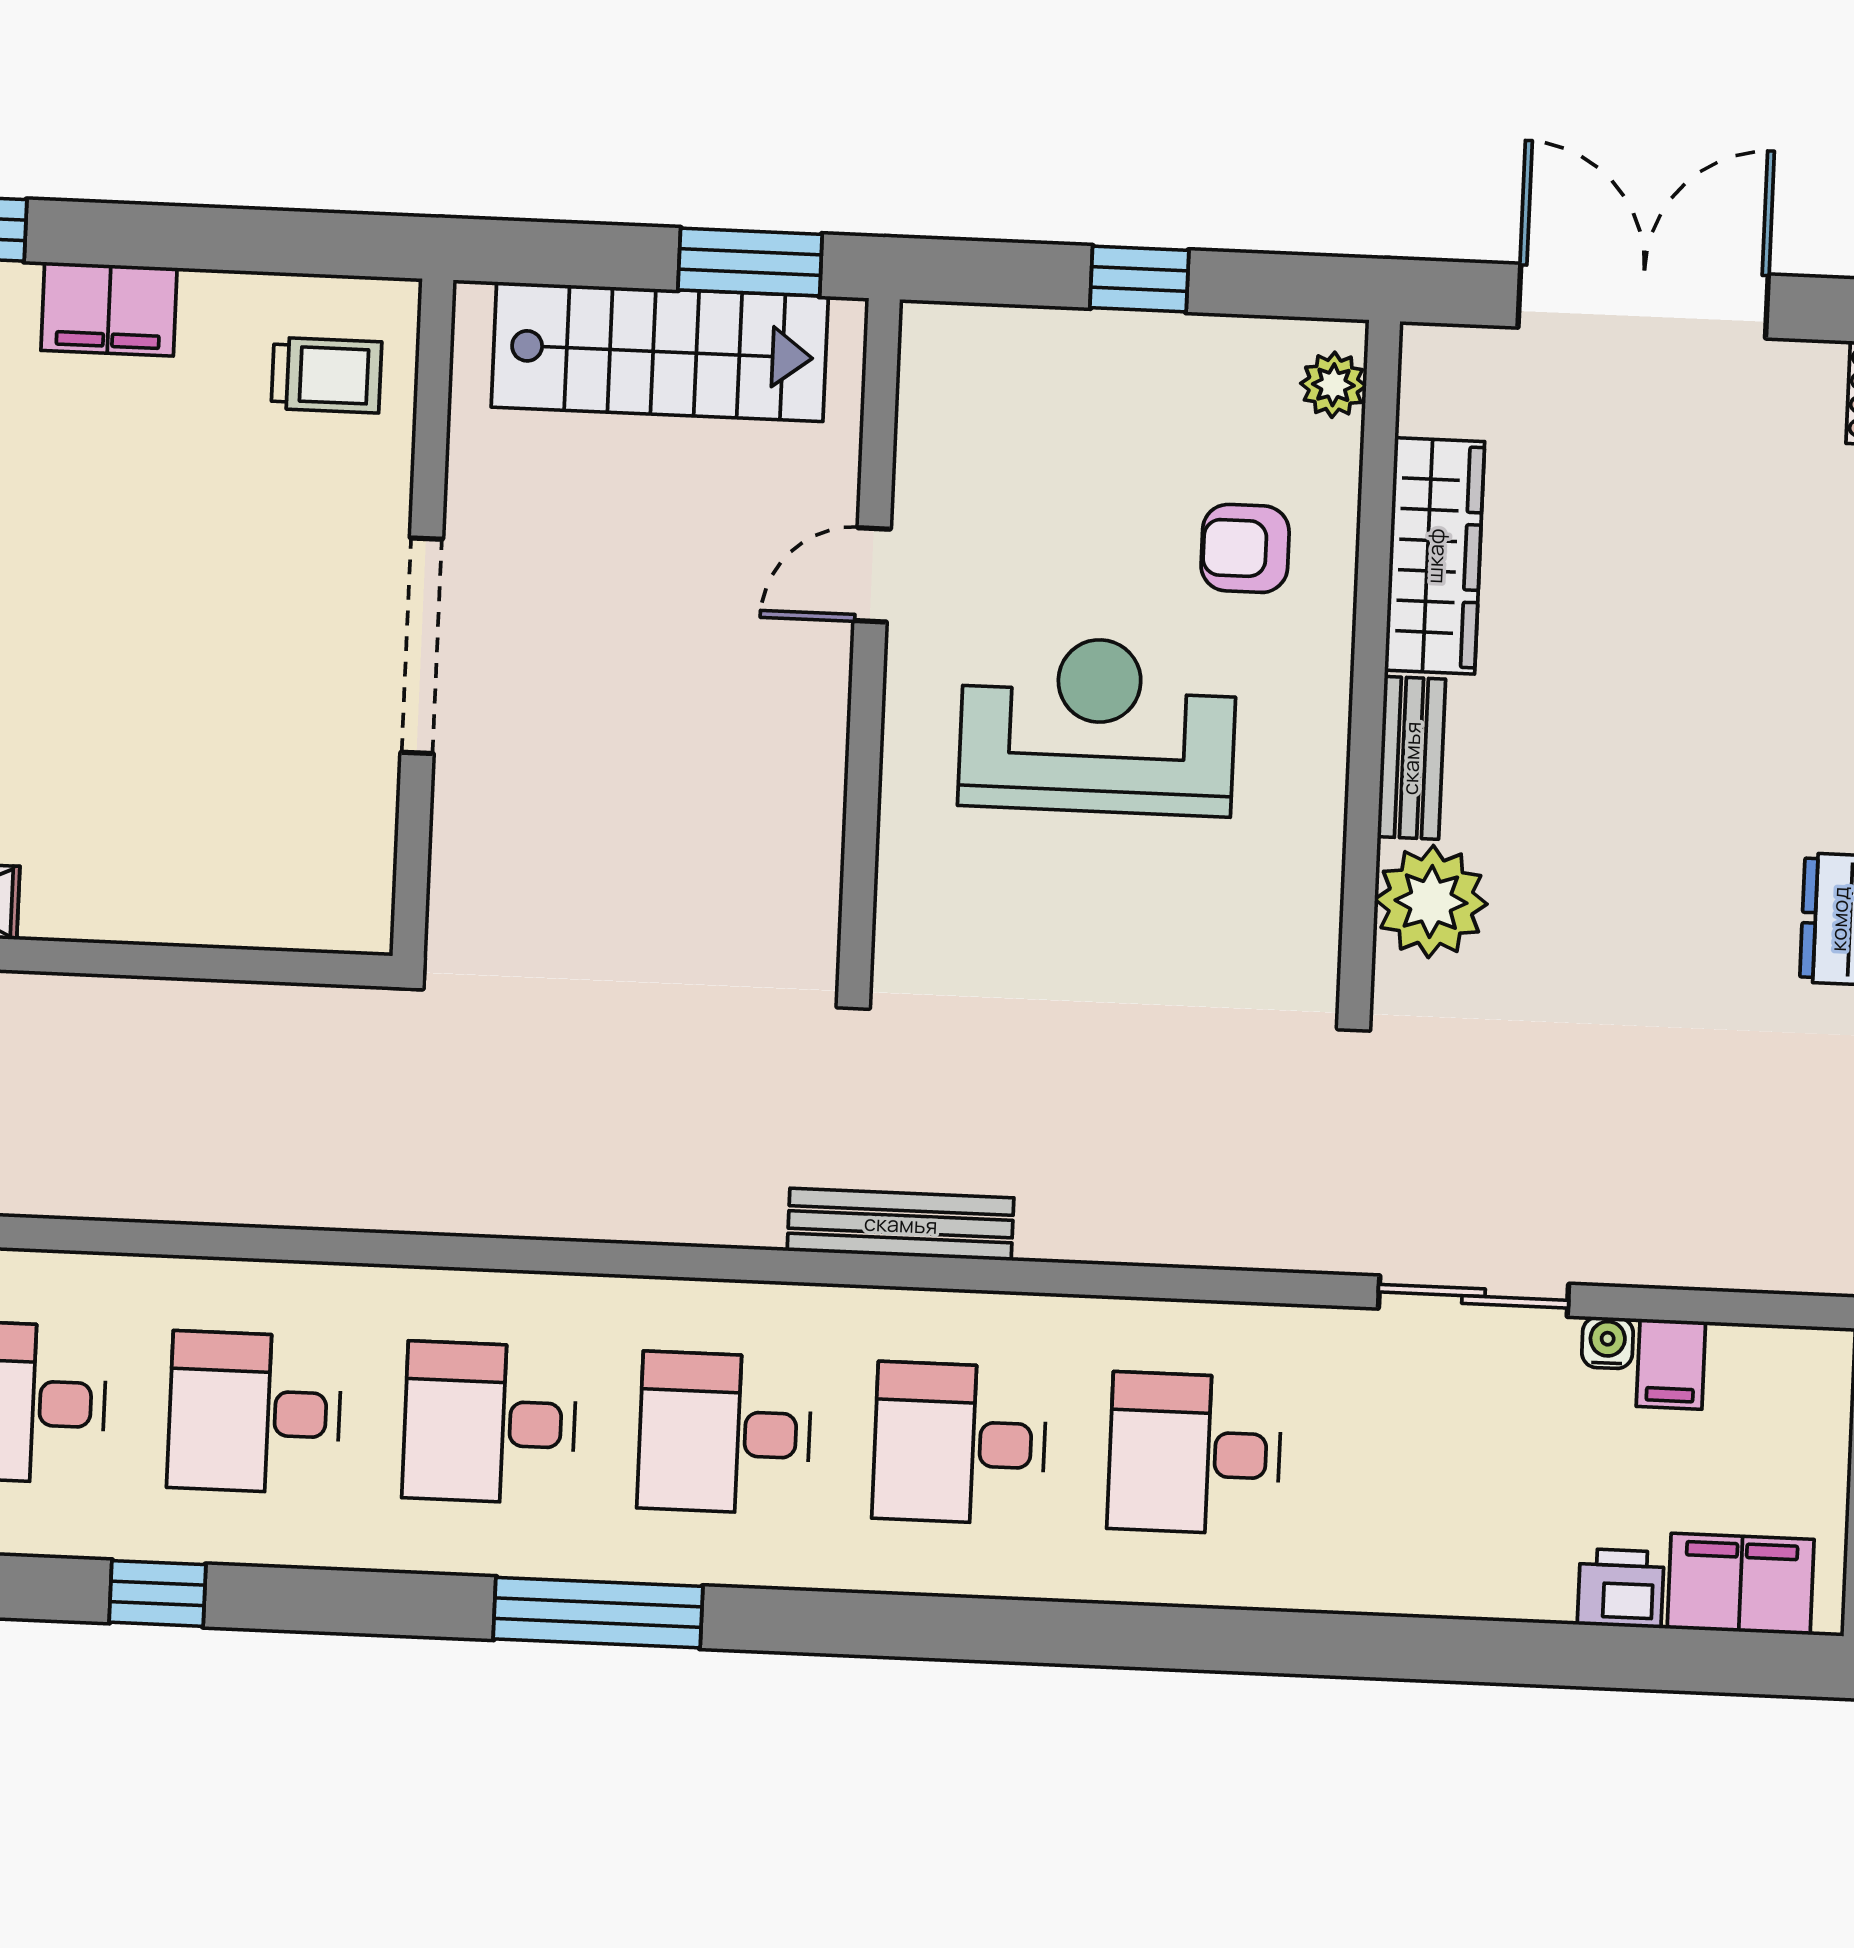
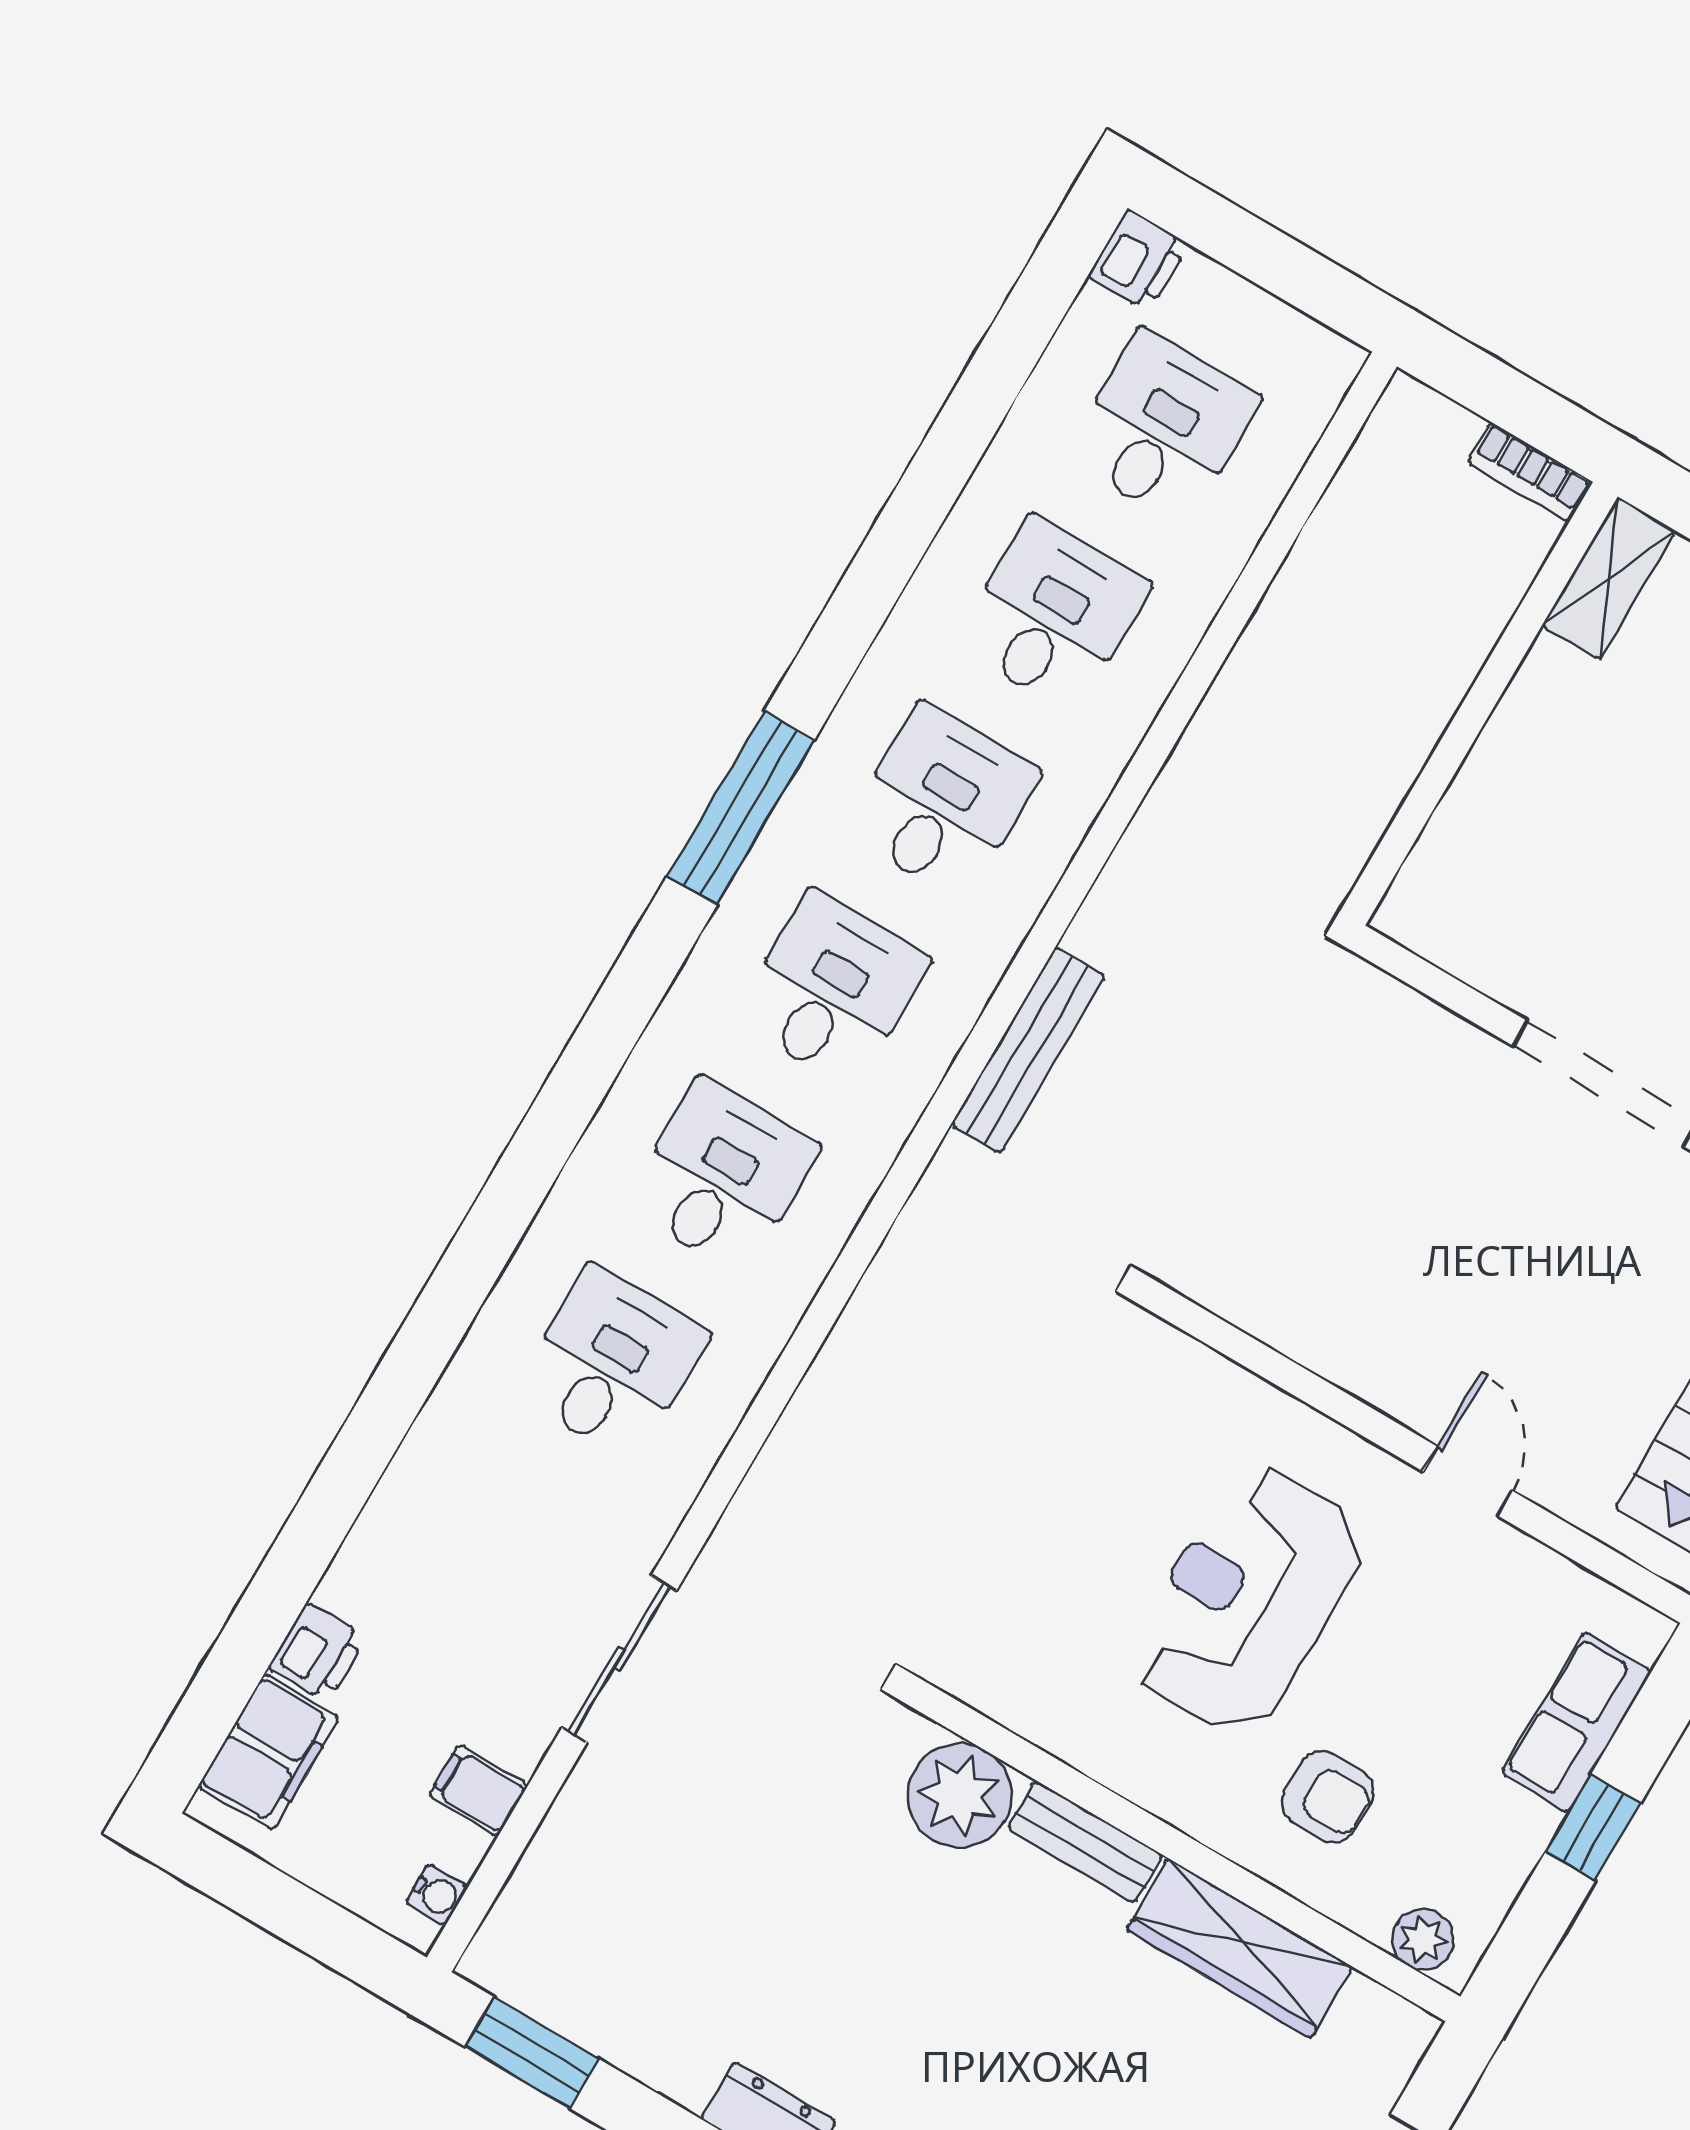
row of seats: (1047, 349) -> (1576, 1722), added
armchair: (1245, 548) -> (1328, 1797), turned 90
reception desk: (1098, 726) -> (1247, 1600), turned 180
bench: (901, 1224) -> (1028, 1050), moved
water cooler: (1607, 1343) -> (437, 1895), moved
window: (157, 1593) -> (947, 457), removed

